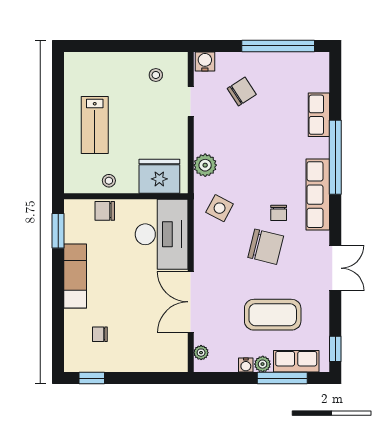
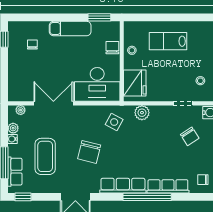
row of seats: (319, 115) -> (168, 186), width x1.48
chair: (279, 213) -> (203, 180), moved
plant: (263, 364) -> (13, 128), moved

